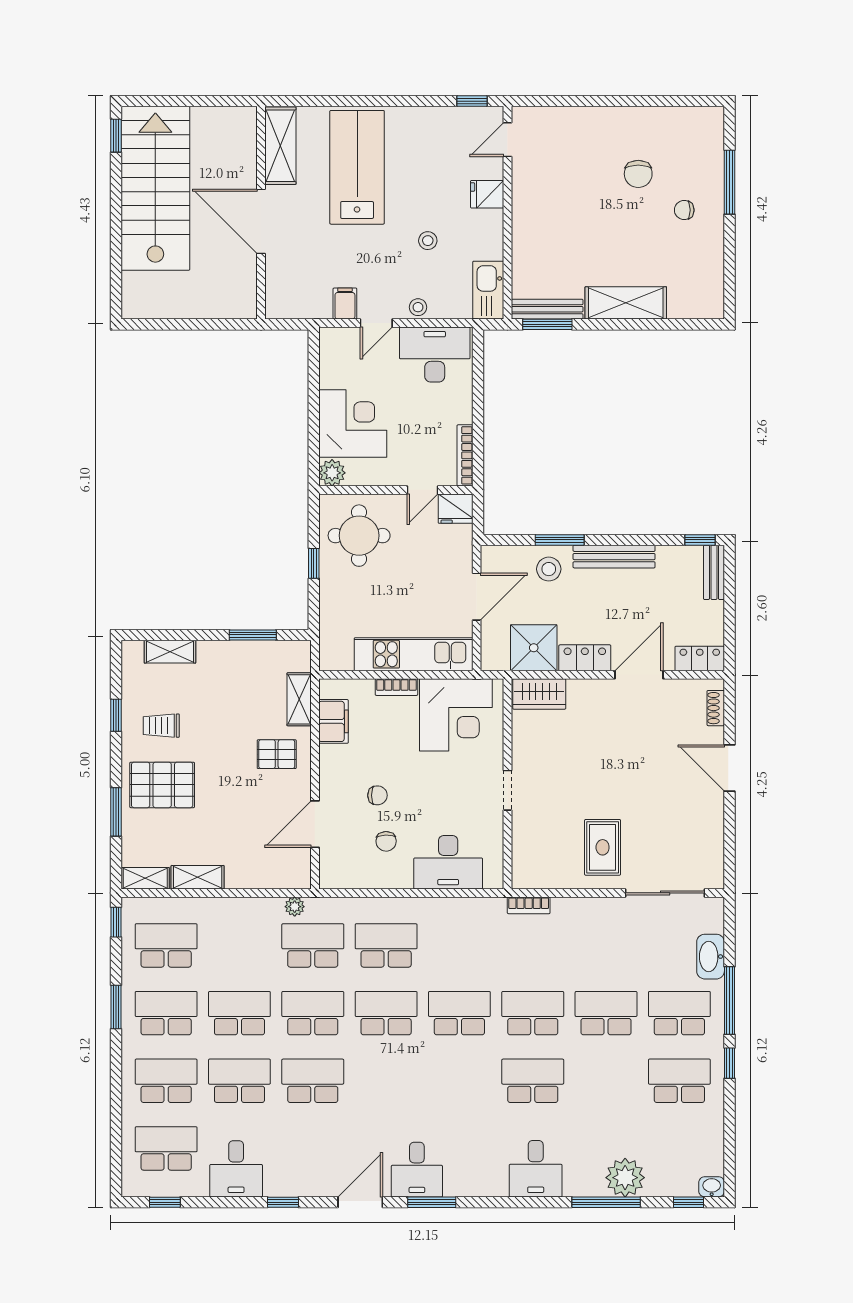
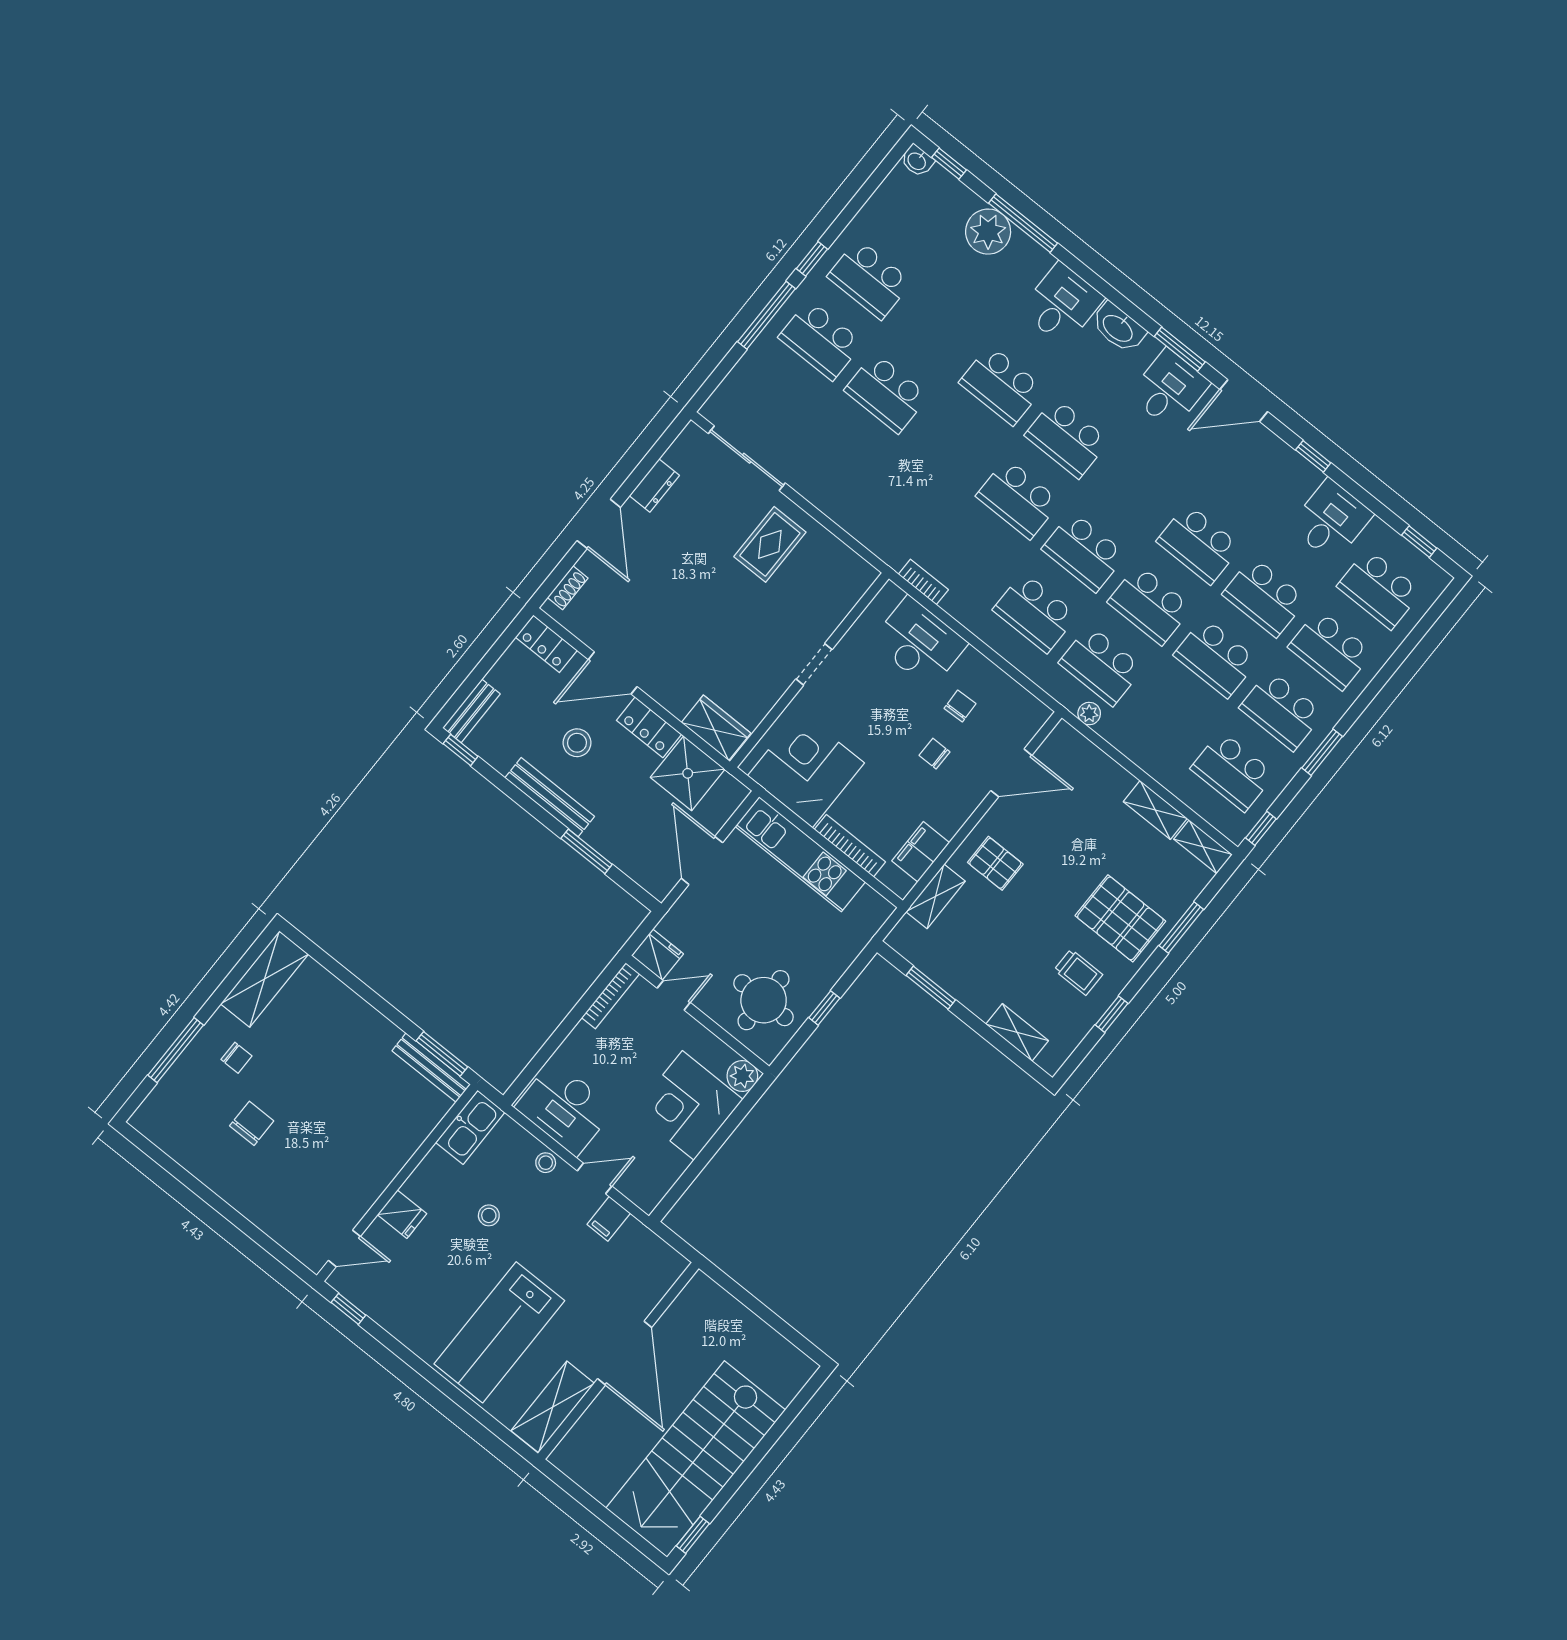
shelving: (626, 303) -> (264, 979), moved, turned 90
stool: (549, 569) -> (577, 743), moved
door: (477, 597) -> (702, 860), hinge flipped
bookcase: (396, 687) -> (850, 846), width x1.56
dresser: (713, 824) -> (654, 486), added
bookcase: (529, 905) -> (923, 582), moved
washbasin: (711, 957) -> (1118, 328), moved, turned 90
school desk: (533, 1013) -> (1067, 438), moved

